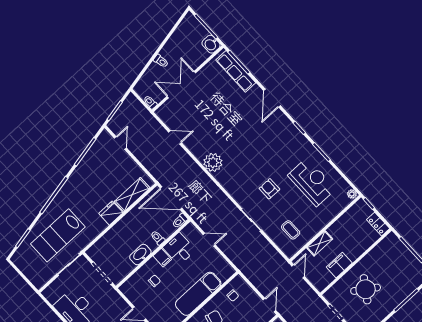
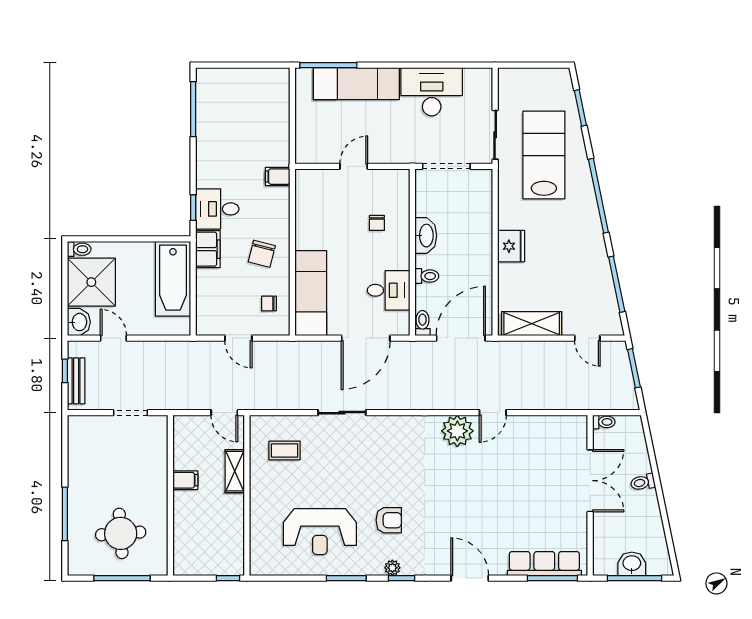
washbasin: (211, 44) -> (632, 564), moved
door: (175, 137) -> (493, 413), moved
armchair: (269, 189) -> (389, 520), moved
plant: (352, 194) -> (392, 568), moved
shelving: (132, 195) -> (532, 324), moved, turned 90
locker: (378, 224) -> (192, 566), removed
door: (209, 240) -> (366, 338), width x1.88
filing cabinet: (162, 258) -> (397, 259), removed
filing cabinet: (339, 265) -> (185, 480), width x0.50
round table: (366, 289) -> (121, 533), moved, turned -38
exam couch: (198, 294) -> (311, 293), moved
door: (269, 305) -> (238, 338), moved

